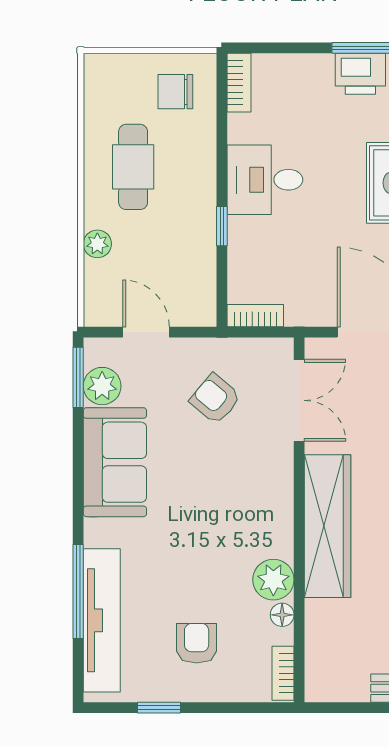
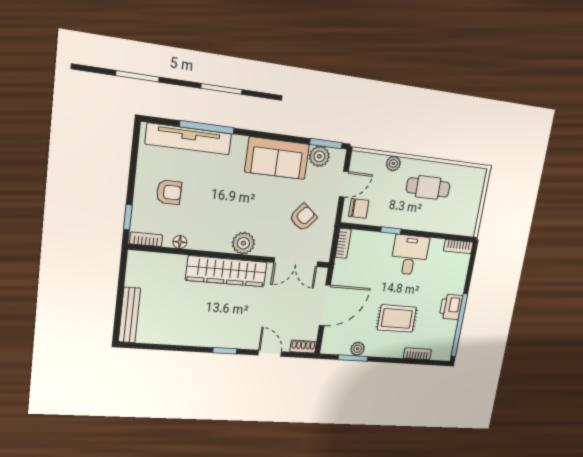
chair: (175, 92) -> (359, 208), moved, turned 90
plant: (273, 580) -> (243, 243), moved
window: (159, 708) -> (128, 217), moved

